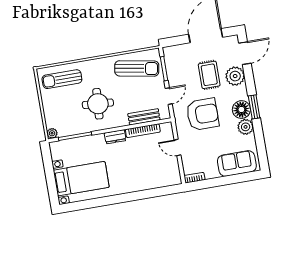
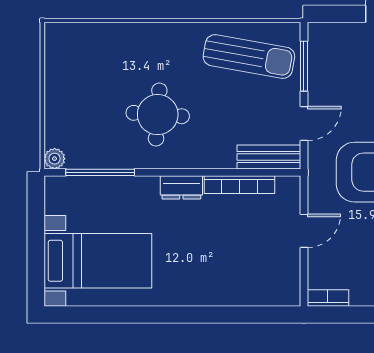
sun lounger: (62, 79) -> (93, 52), removed
bench: (144, 117) -> (269, 157), moved
door: (177, 147) -> (304, 231), swing flipped

